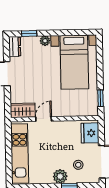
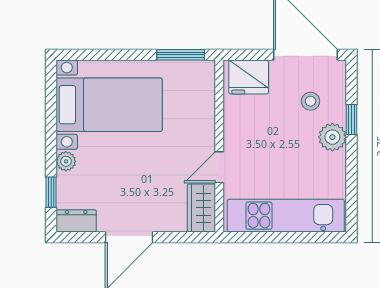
window: (100, 98) -> (181, 55), width x1.50
door: (44, 119) -> (219, 167), hinge flipped

